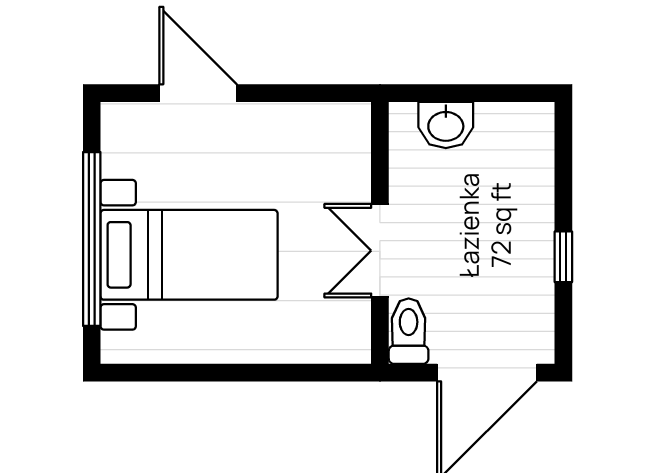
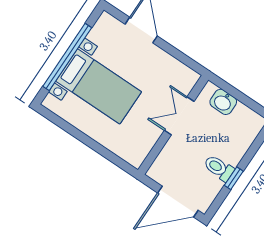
double door: (380, 251) -> (179, 116), moved
toilet: (409, 331) -> (219, 168), moved, turned -90

